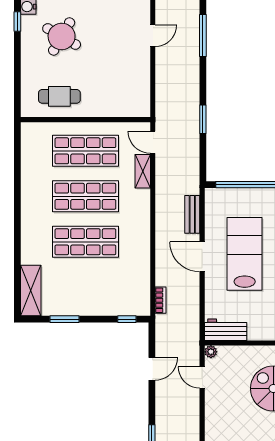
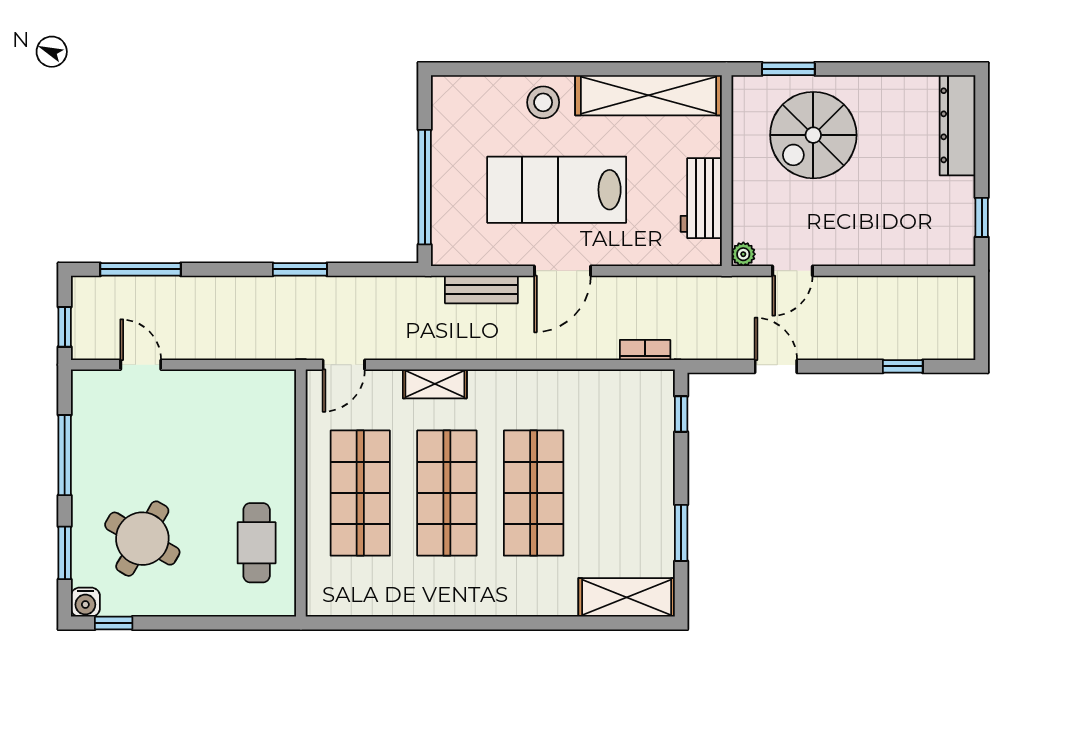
shelving: (143, 171) -> (435, 384), moved
workbench: (226, 330) -> (701, 198), moved

